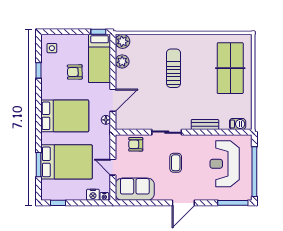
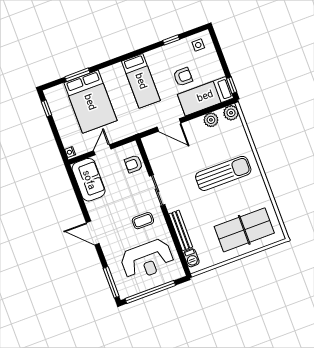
sun lounger: (173, 68) -> (223, 173), width x1.36, depth x1.34
armchair: (75, 72) -> (183, 77), turned 91
bed: (65, 116) -> (141, 81), width x0.67
floor lamp: (106, 120) -> (147, 125), removed
bench: (205, 124) -> (181, 230), width x1.36
armchair: (136, 144) -> (134, 164), turned -90
coffee table: (176, 163) -> (143, 221), moved
reception desk: (225, 164) -> (147, 260), turned 180
nightstand: (93, 195) -> (68, 140), removed

